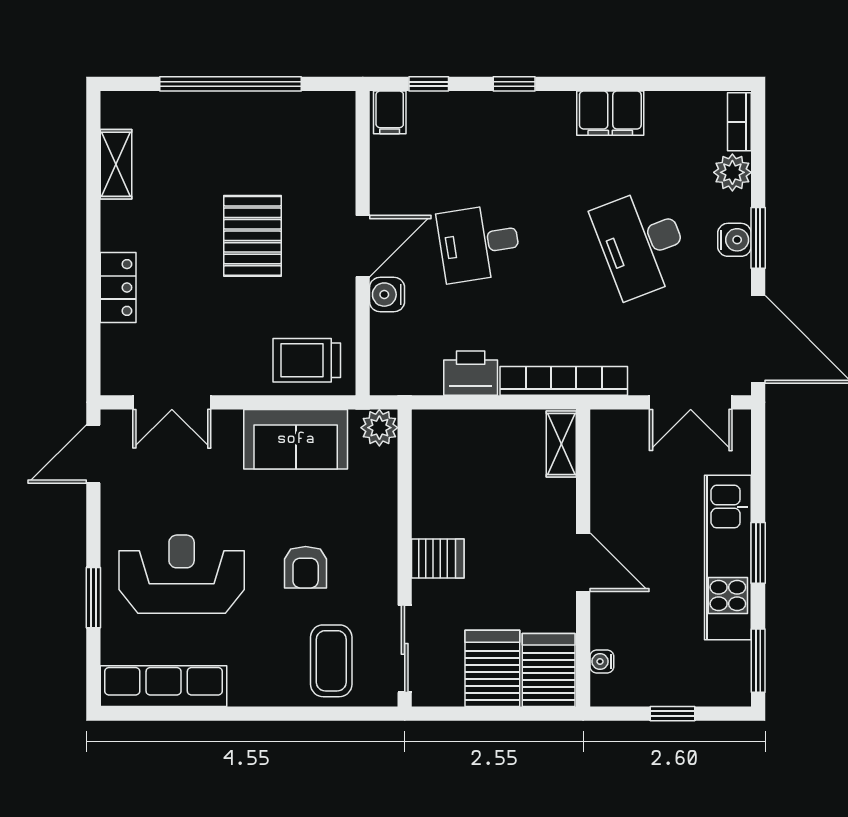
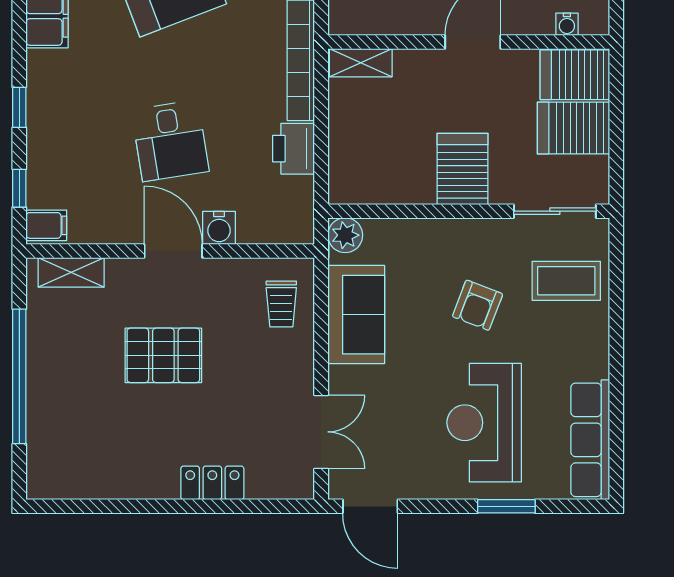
shelving: (116, 164) -> (71, 272), moved
trolley: (307, 360) -> (281, 304), width x0.73, depth x0.72
server rack: (438, 559) -> (462, 169), width x1.36, depth x1.44
armchair: (306, 567) -> (478, 305), turned 111

